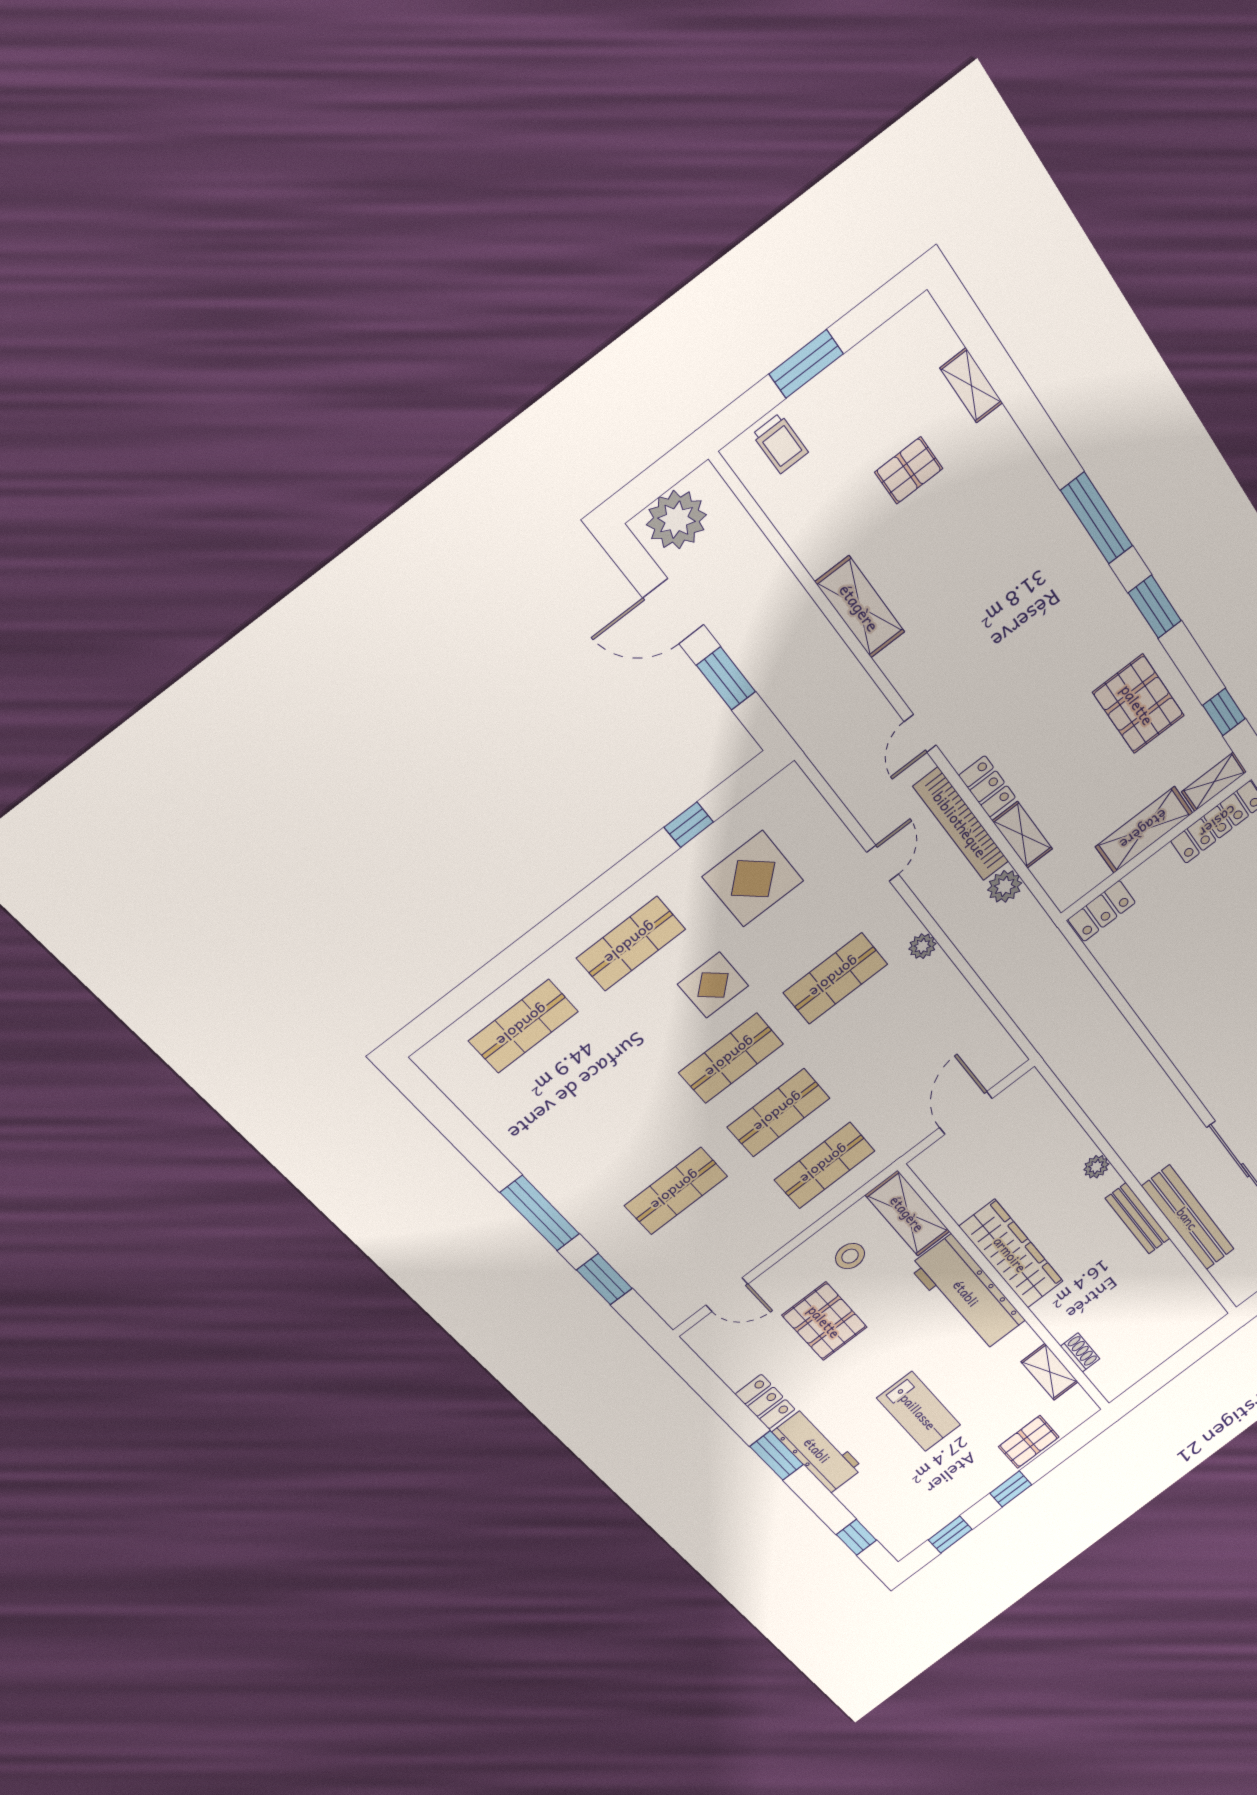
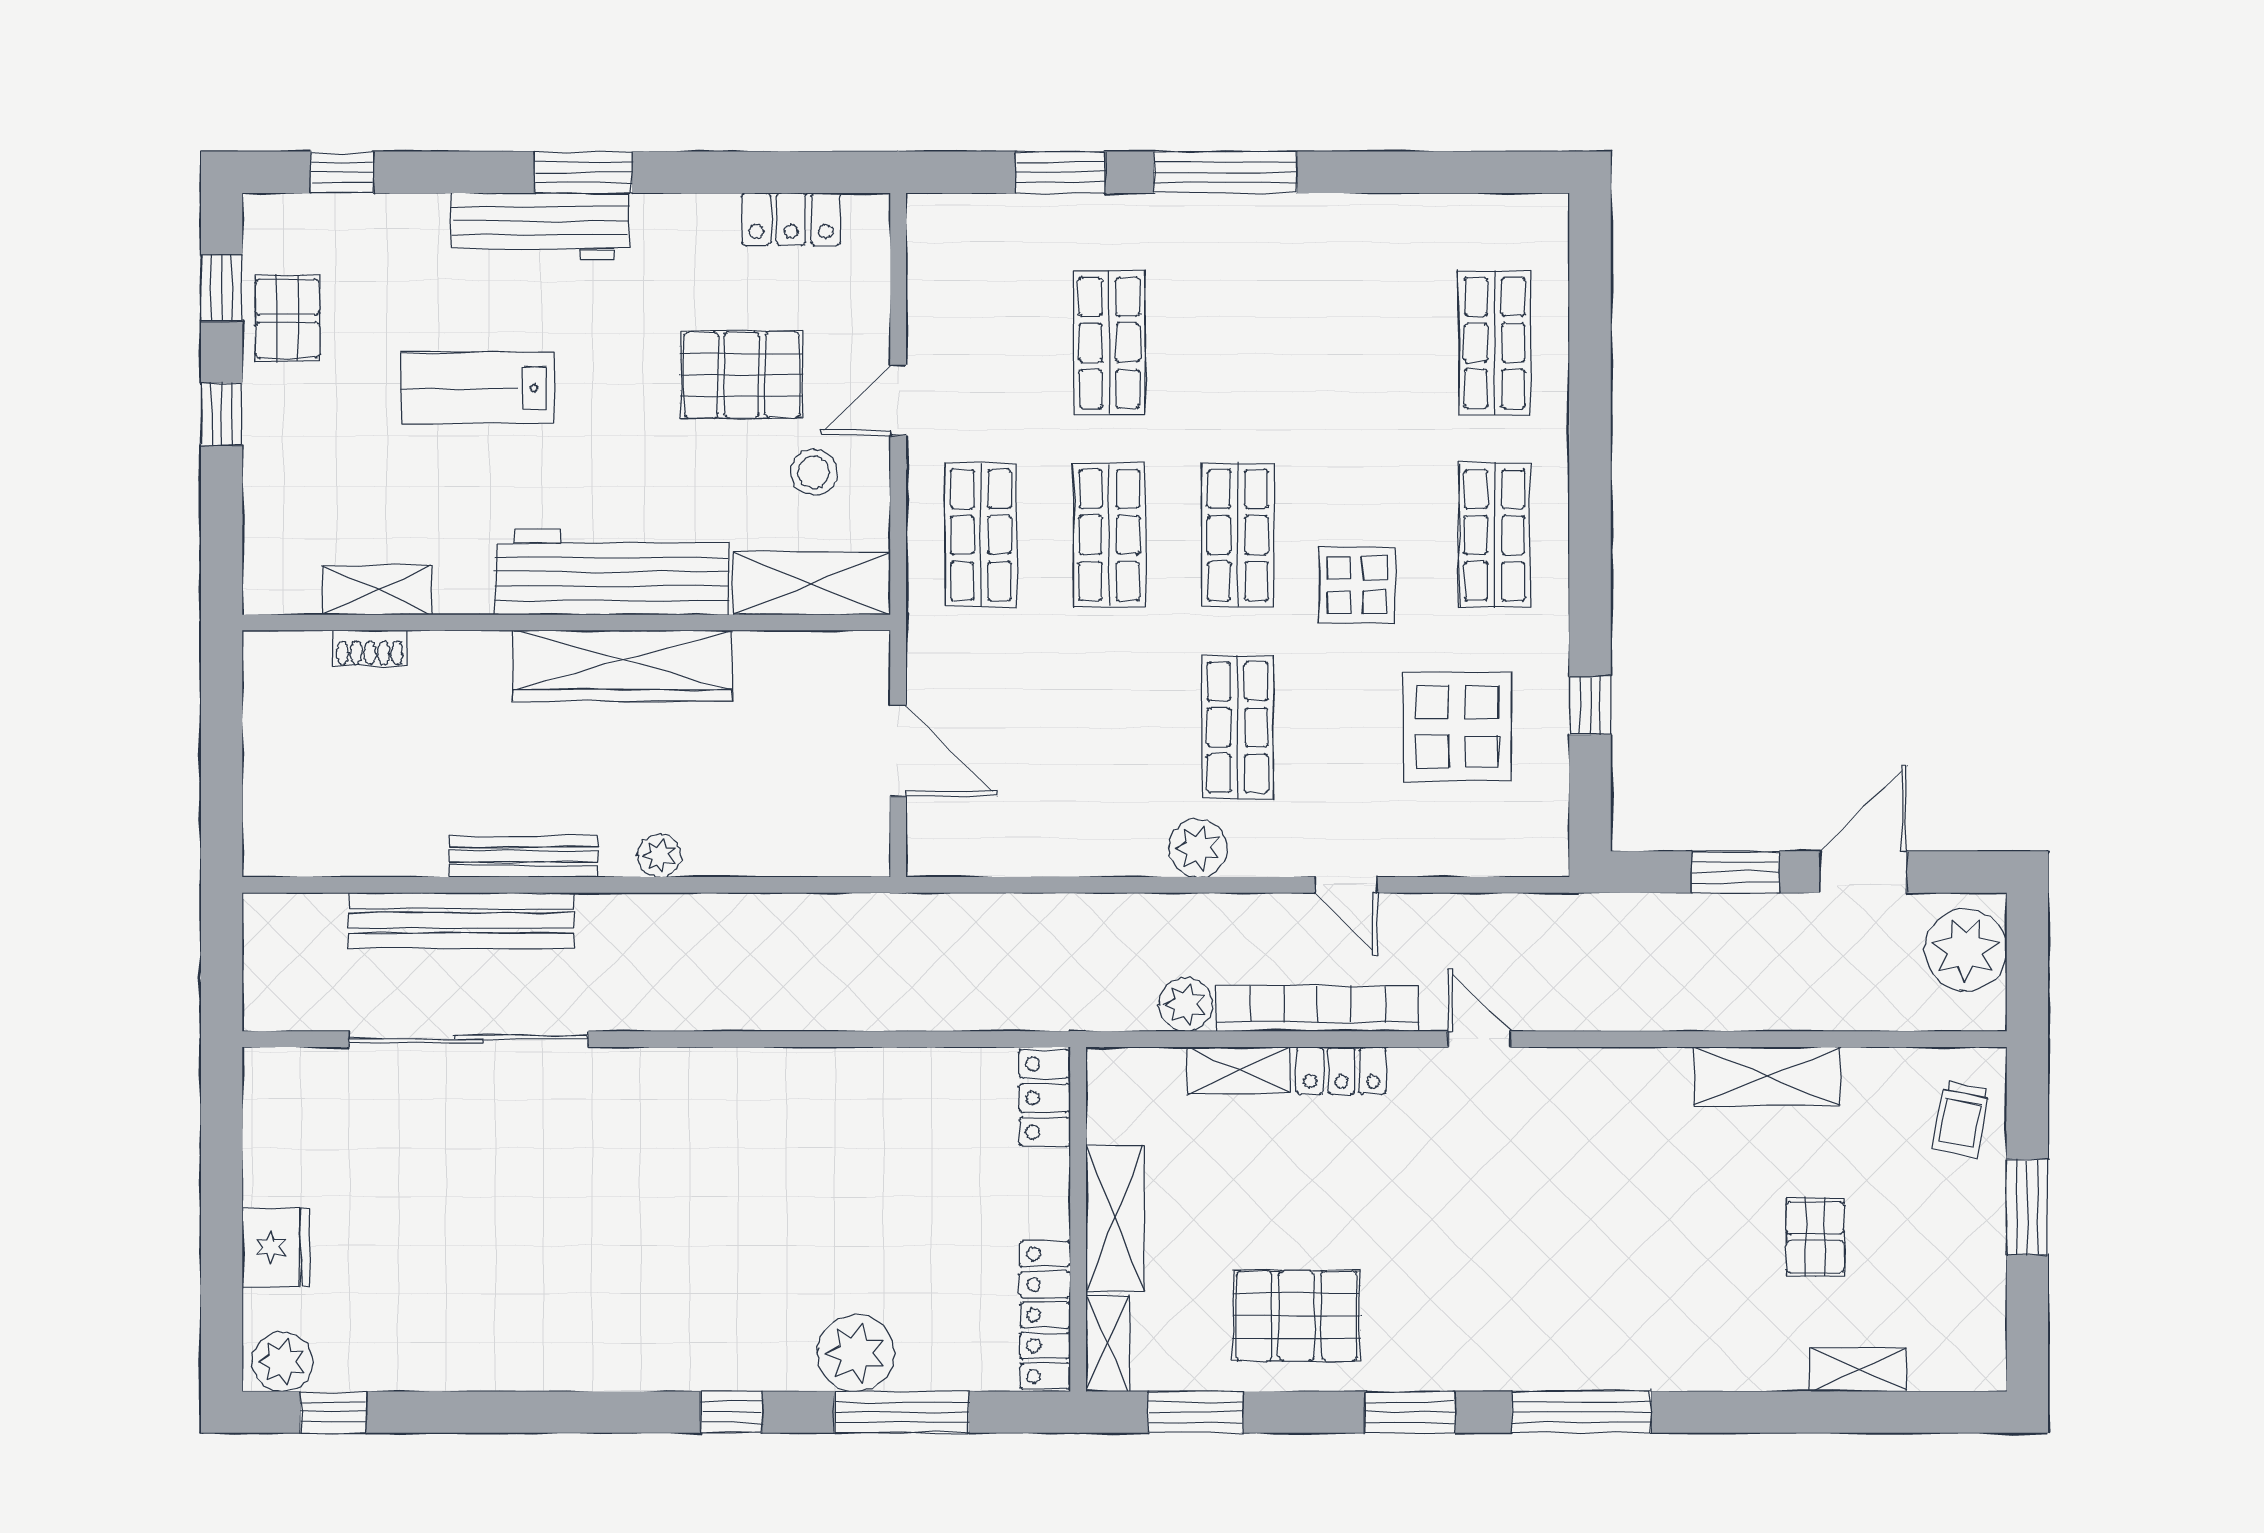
trolley: (780, 443) -> (1961, 1119), turned -79
shelving: (860, 607) -> (1767, 1076), moved
window: (1224, 712) -> (1195, 1412), width x1.50
plant: (922, 946) -> (1198, 848), width x1.38, depth x1.38
door: (727, 1295) -> (898, 400), moved
locker: (765, 1402) -> (791, 219), moved
pallet: (1029, 1442) -> (287, 318), moved

